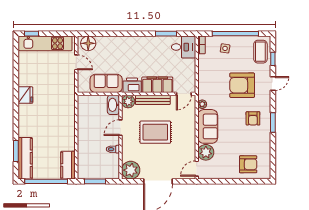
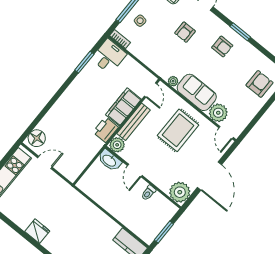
sofa: (106, 83) -> (85, 151), removed
armchair: (242, 85) -> (185, 32), width x0.53, depth x0.53
rug: (155, 132) -> (178, 130), moved

